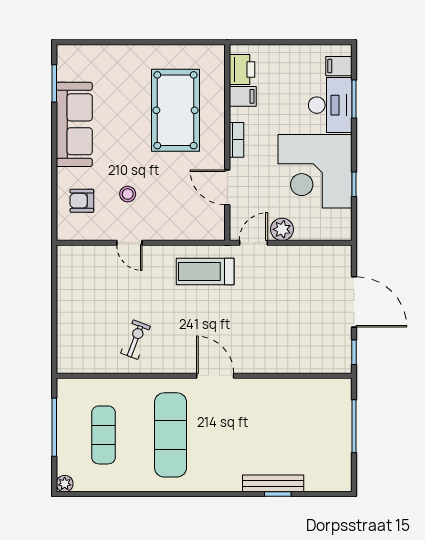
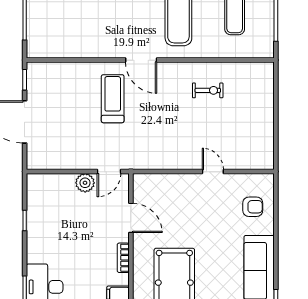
corner desk: (315, 171) -> (57, 231), removed
stool: (128, 194) -> (214, 212), removed
treadmill: (205, 271) -> (113, 99), moved, turned -90
exercise bike: (136, 340) -> (208, 90), turned -111

